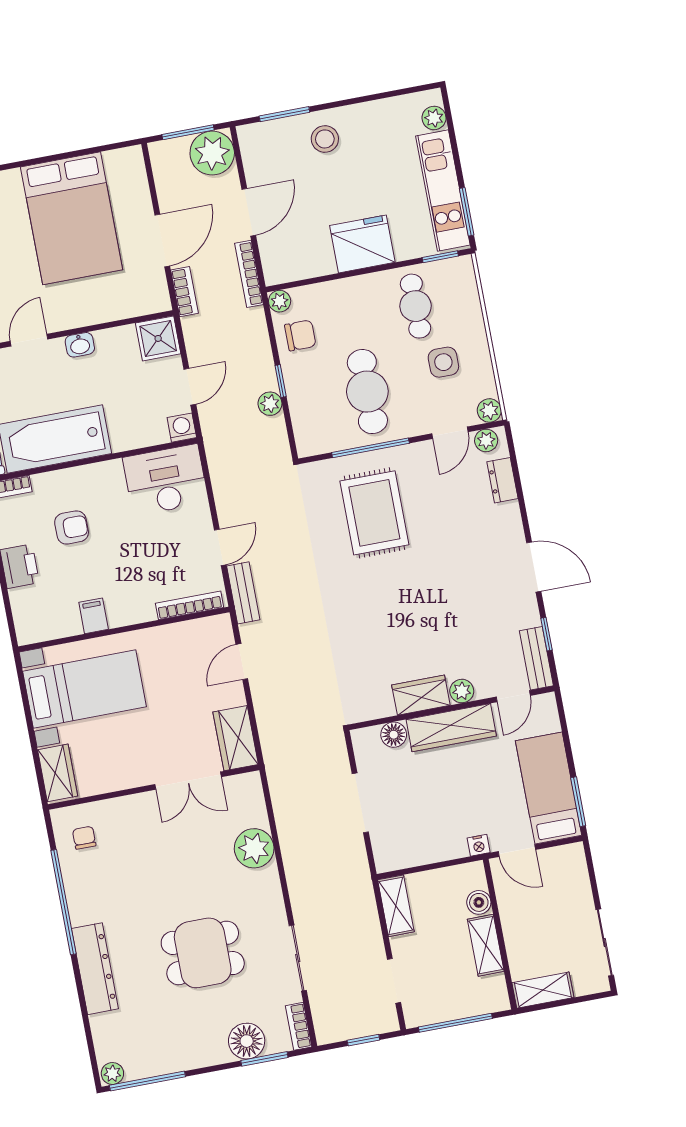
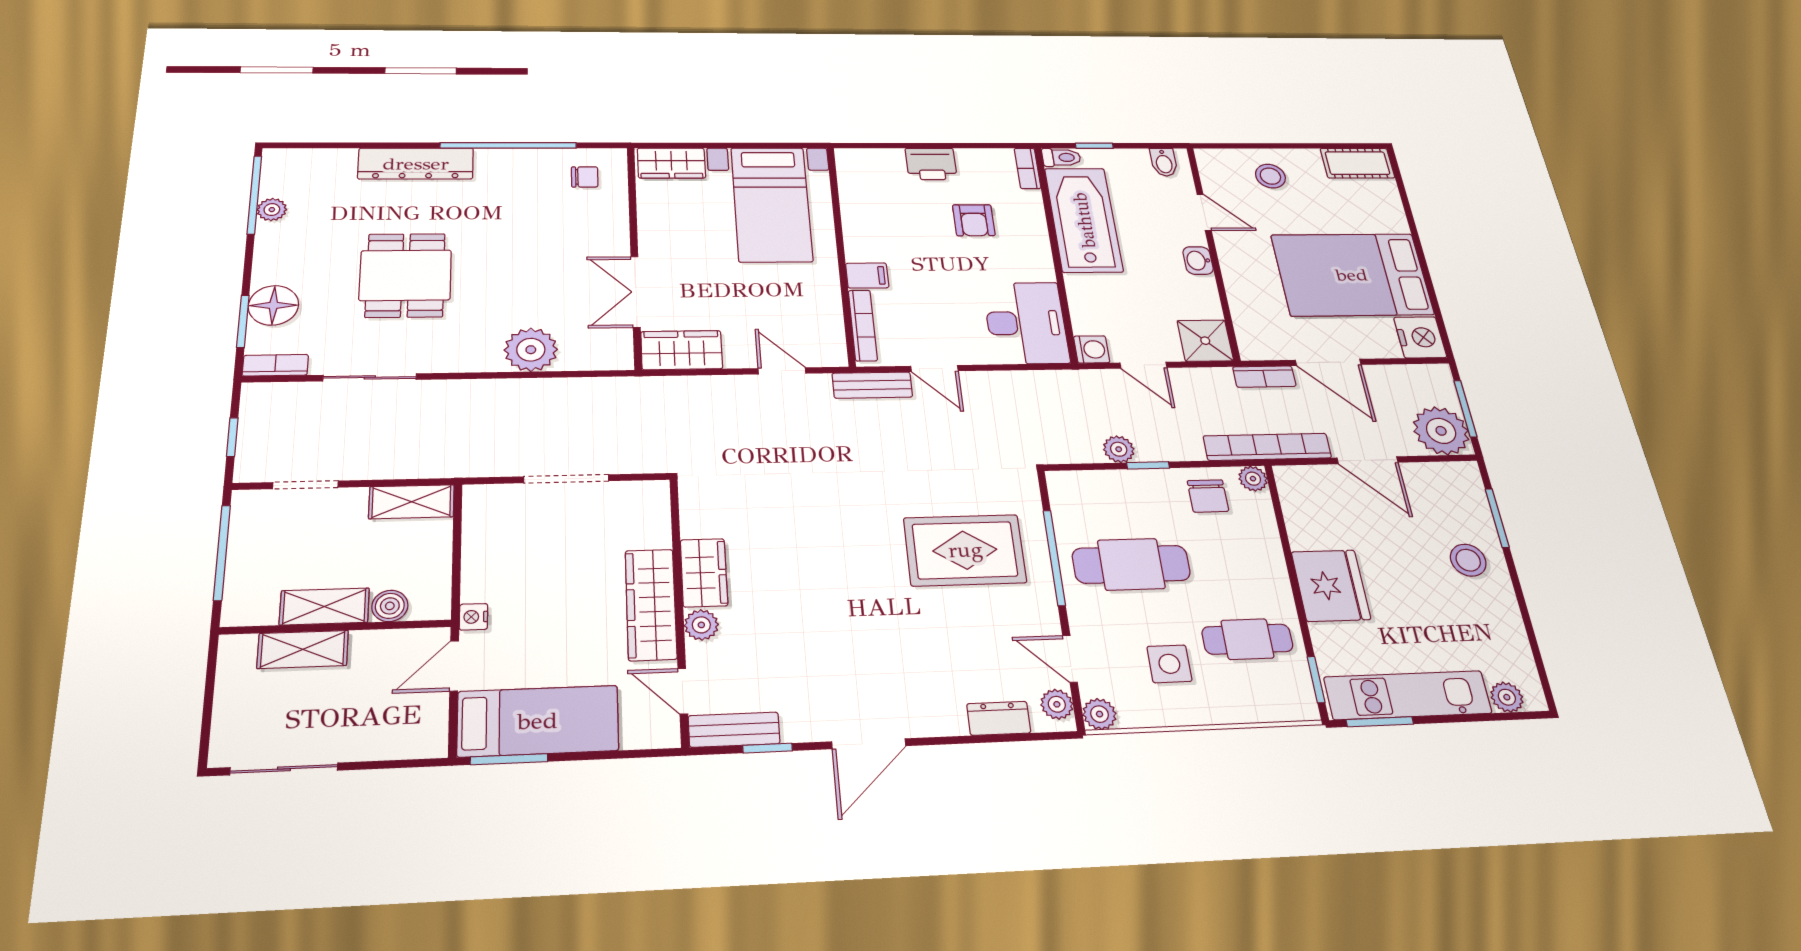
nightstand: (125, 165) -> (1420, 337), added
bookcase: (249, 274) -> (1267, 447), width x1.48, depth x1.31
filing cabinet: (94, 616) -> (867, 275), moved
floor lamp: (394, 735) -> (654, 532), removed
shelving: (543, 990) -> (303, 649), moved, turned 90
plant: (112, 1073) -> (272, 210), moved

